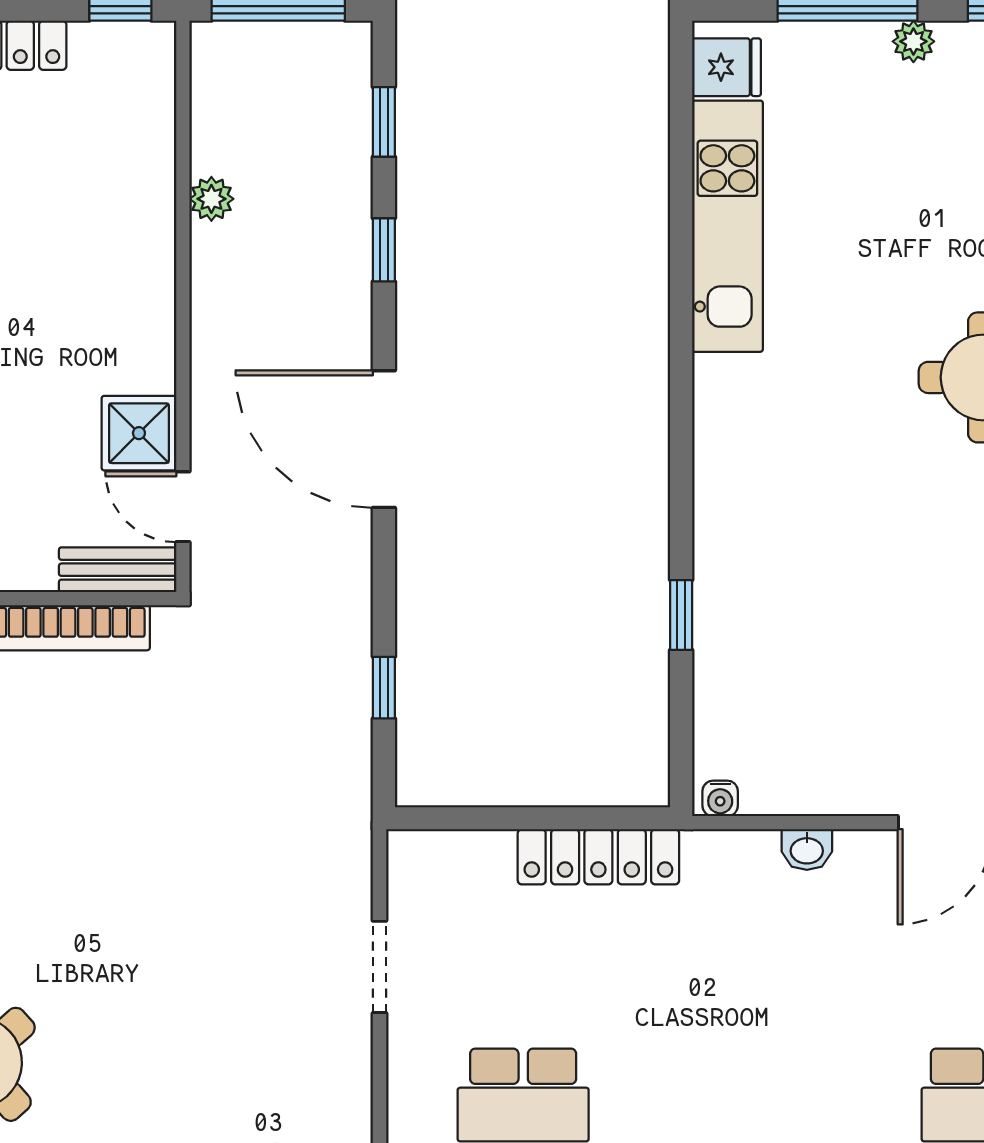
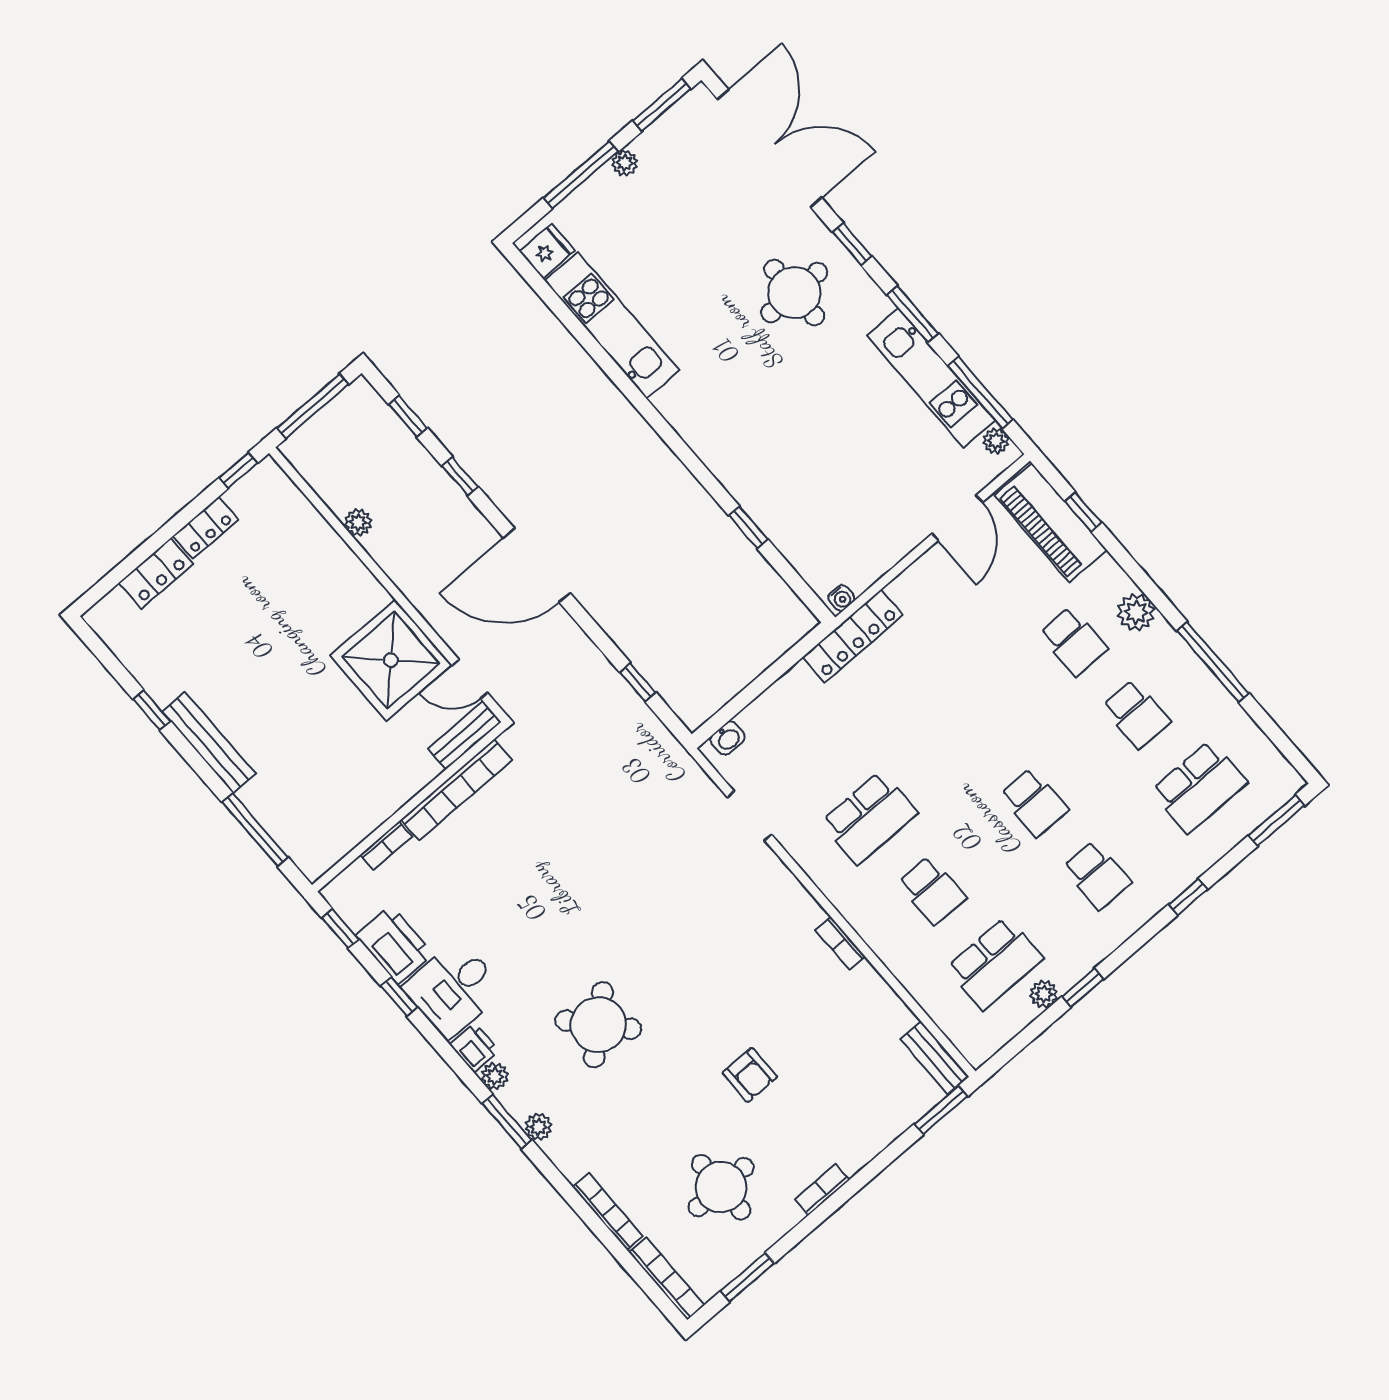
shower: (139, 433) -> (391, 660), width x1.86, depth x1.86
washbasin: (807, 850) -> (728, 738), moved
locker: (598, 857) -> (853, 636), moved

